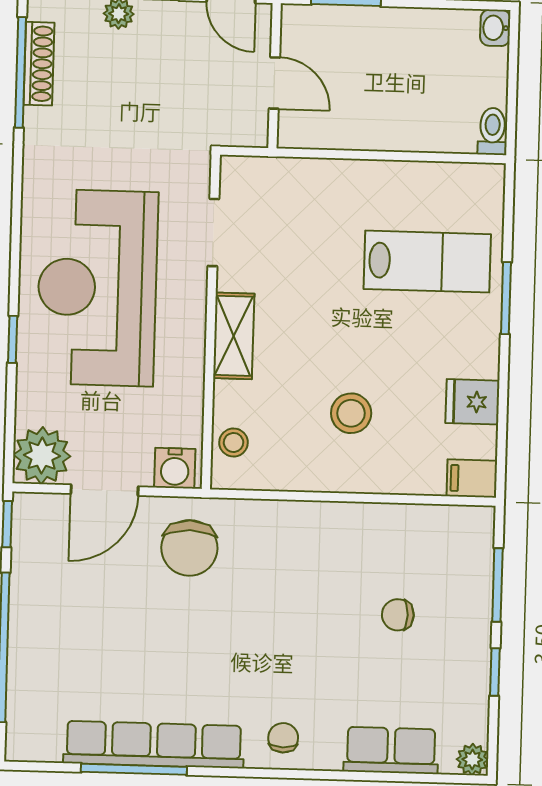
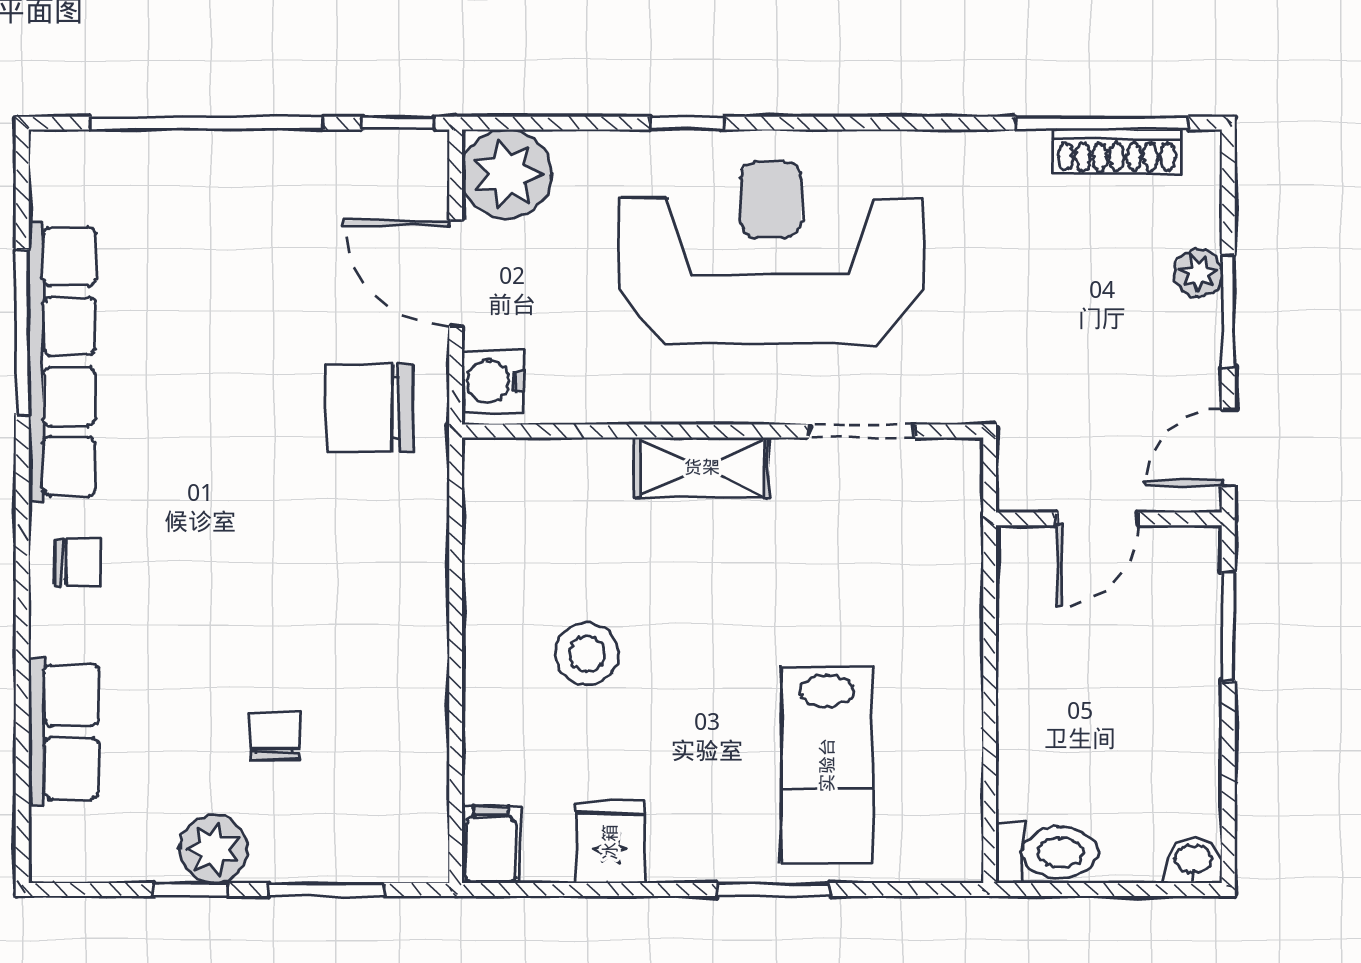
toilet: (492, 131) -> (1046, 852), width x1.37, depth x1.39
stool: (234, 442) -> (536, 472), removed
plant: (472, 759) -> (214, 849), moved, width x1.38, depth x1.38

